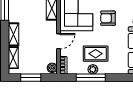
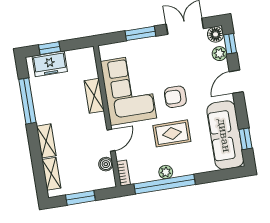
rug: (96, 54) -> (172, 133), moved
boiler: (52, 68) -> (106, 164), moved
window: (91, 78) -> (165, 184), width x1.46

